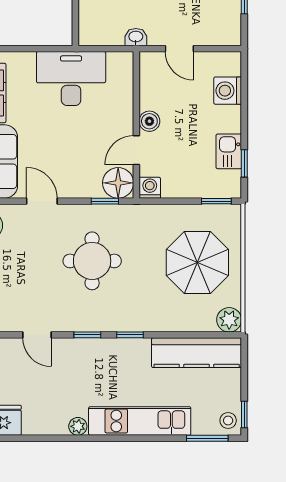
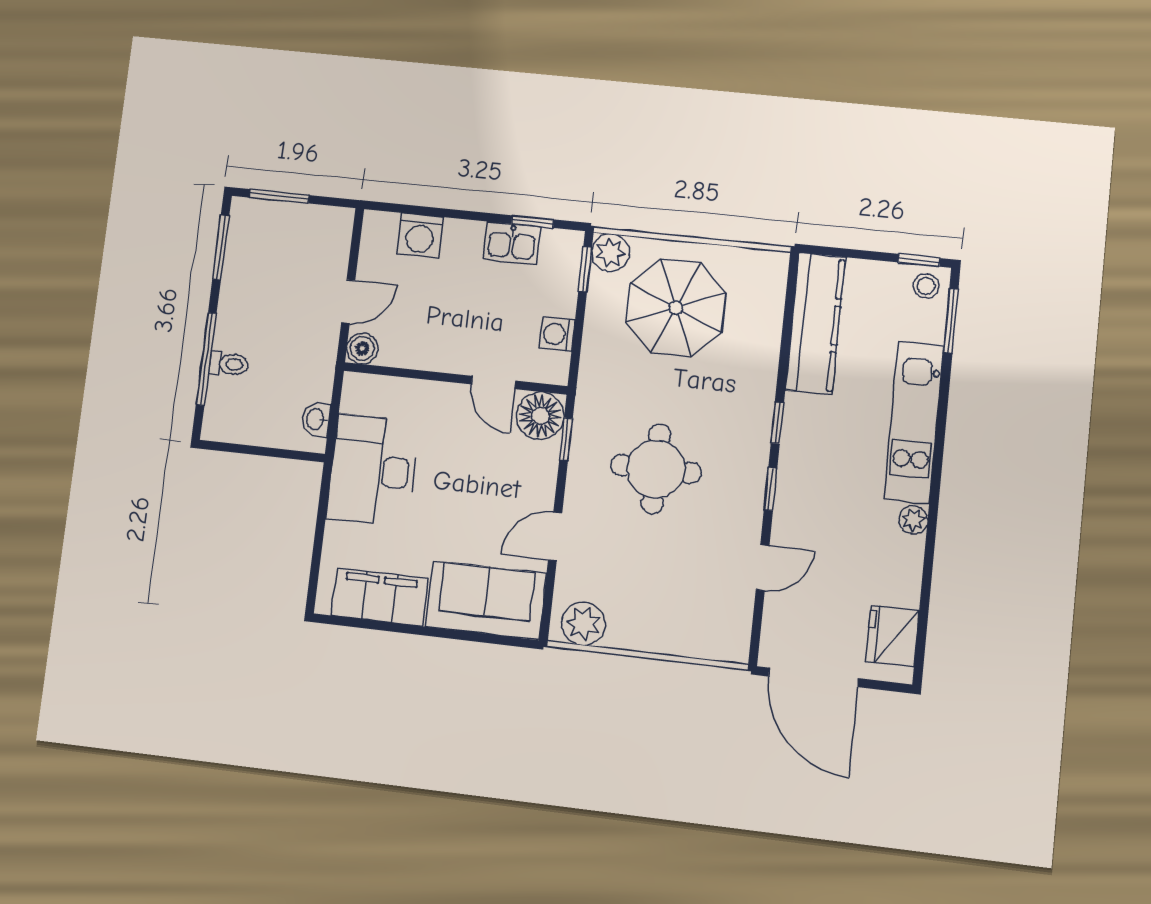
washbasin: (136, 37) -> (316, 419), moved
boiler: (149, 121) -> (362, 348), moved
washing machine: (150, 188) -> (557, 334), moved
plant: (229, 320) -> (610, 252), moved

